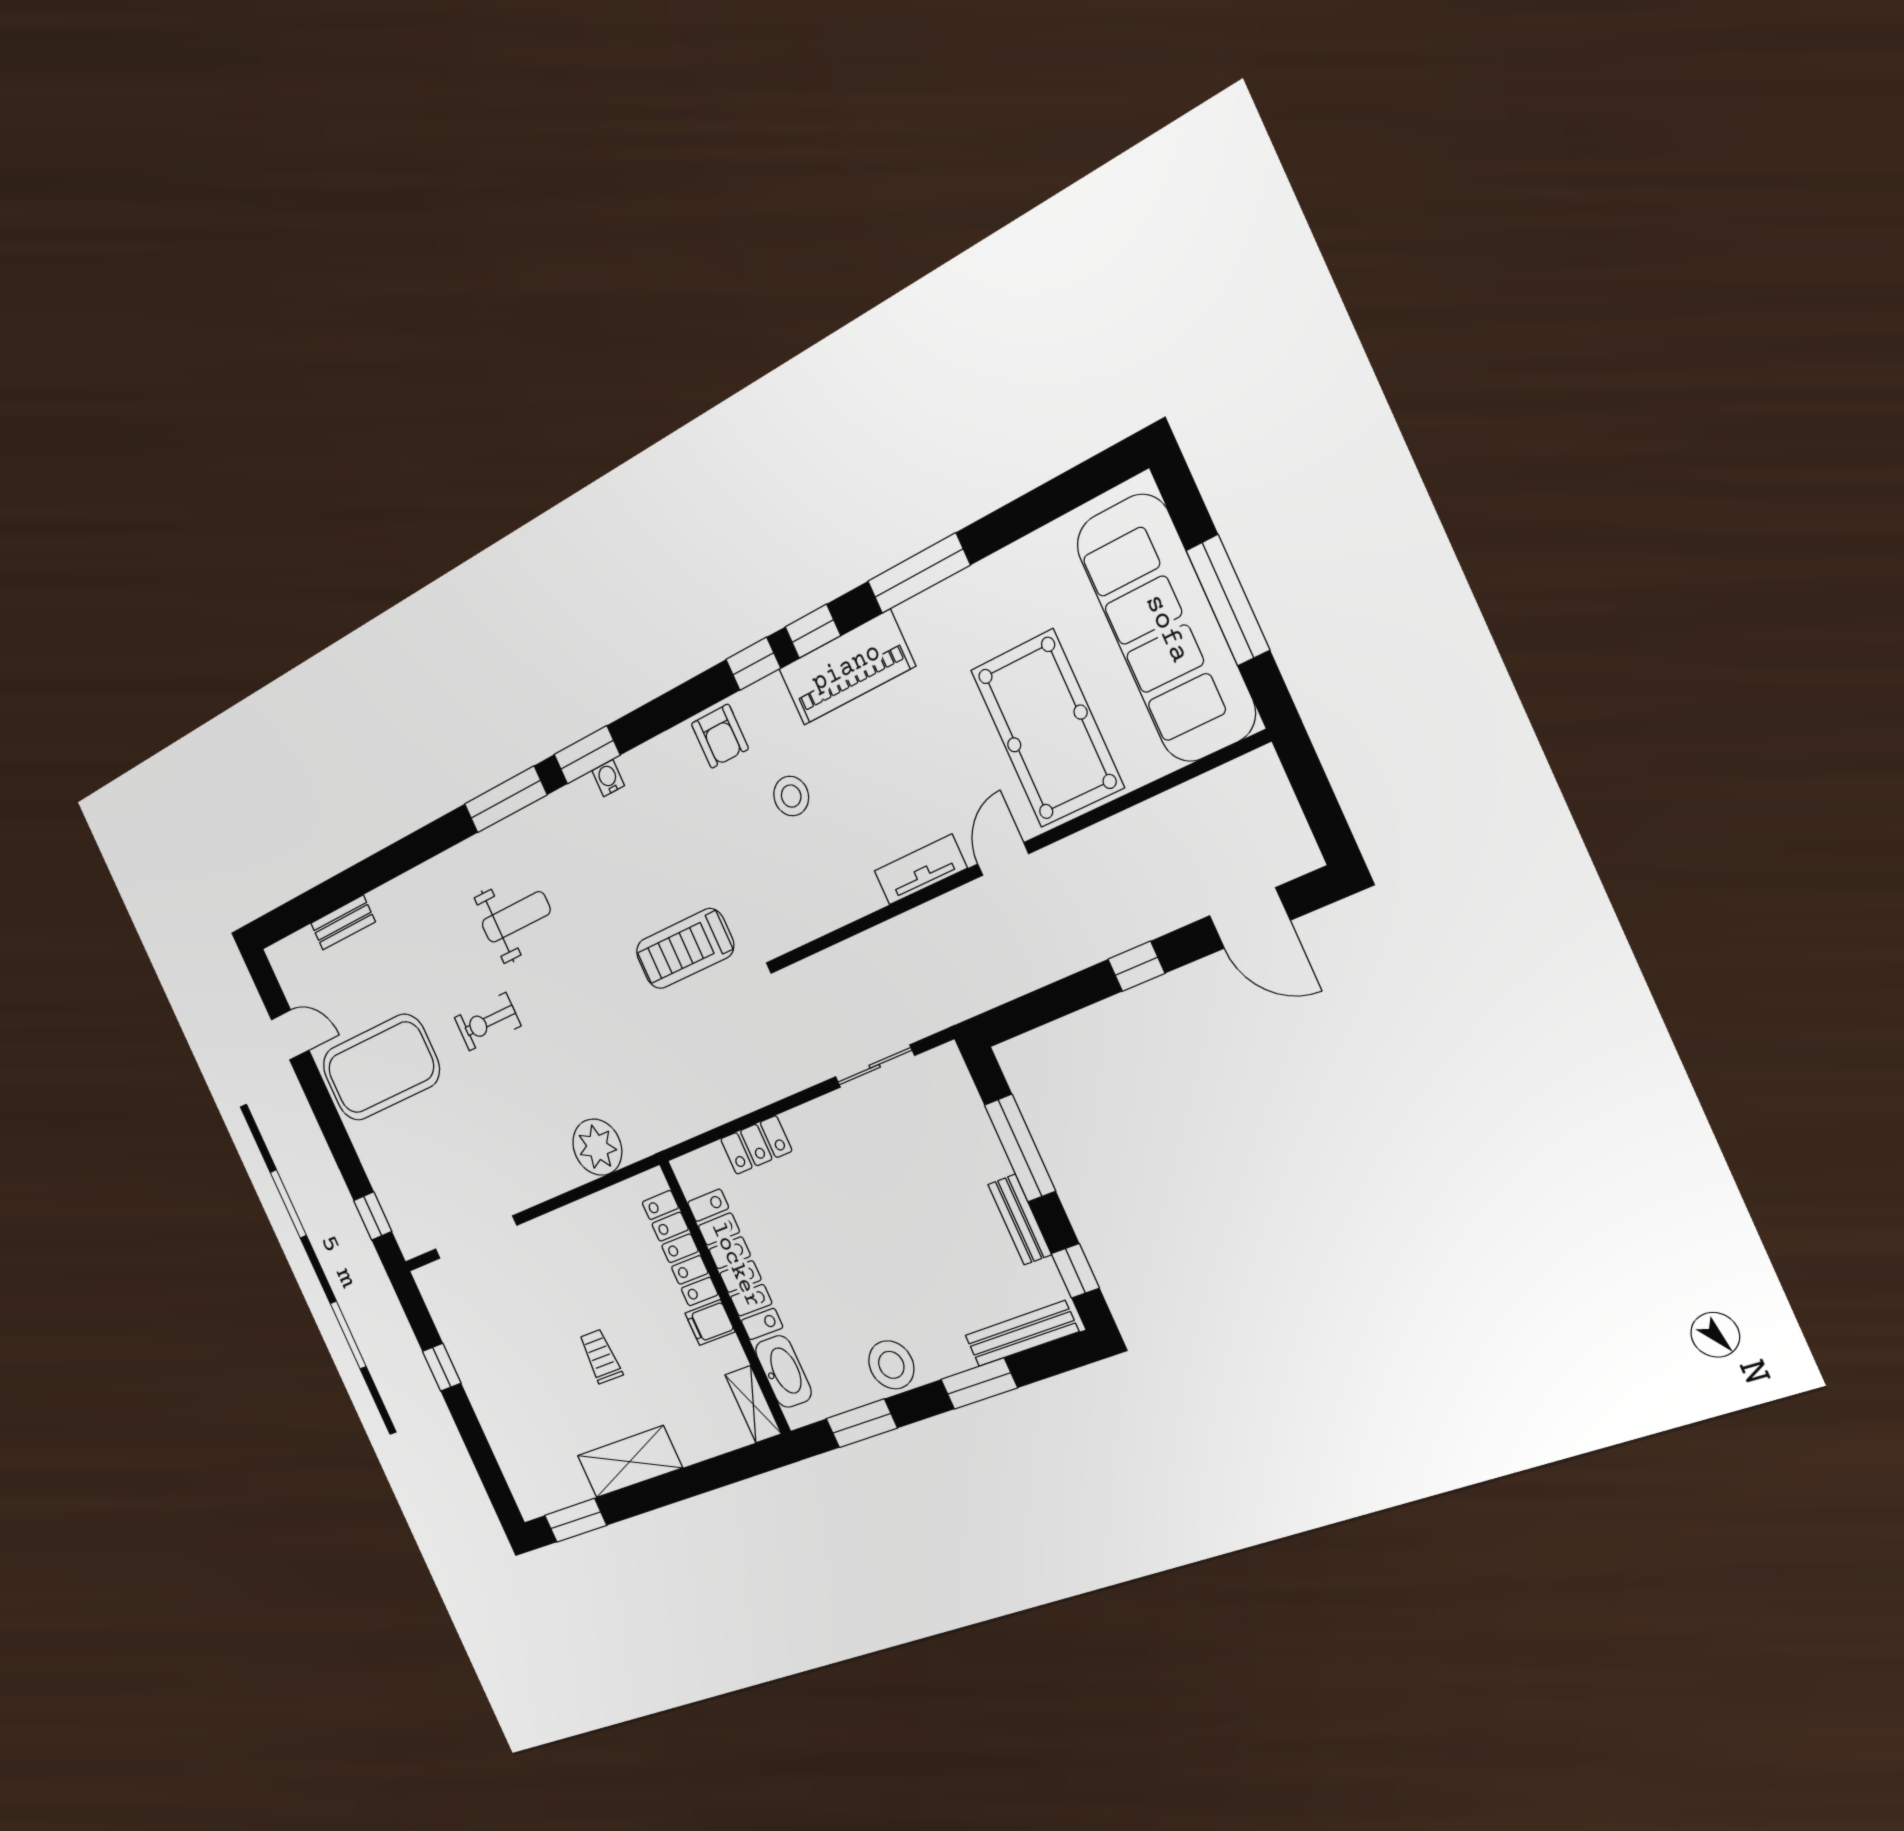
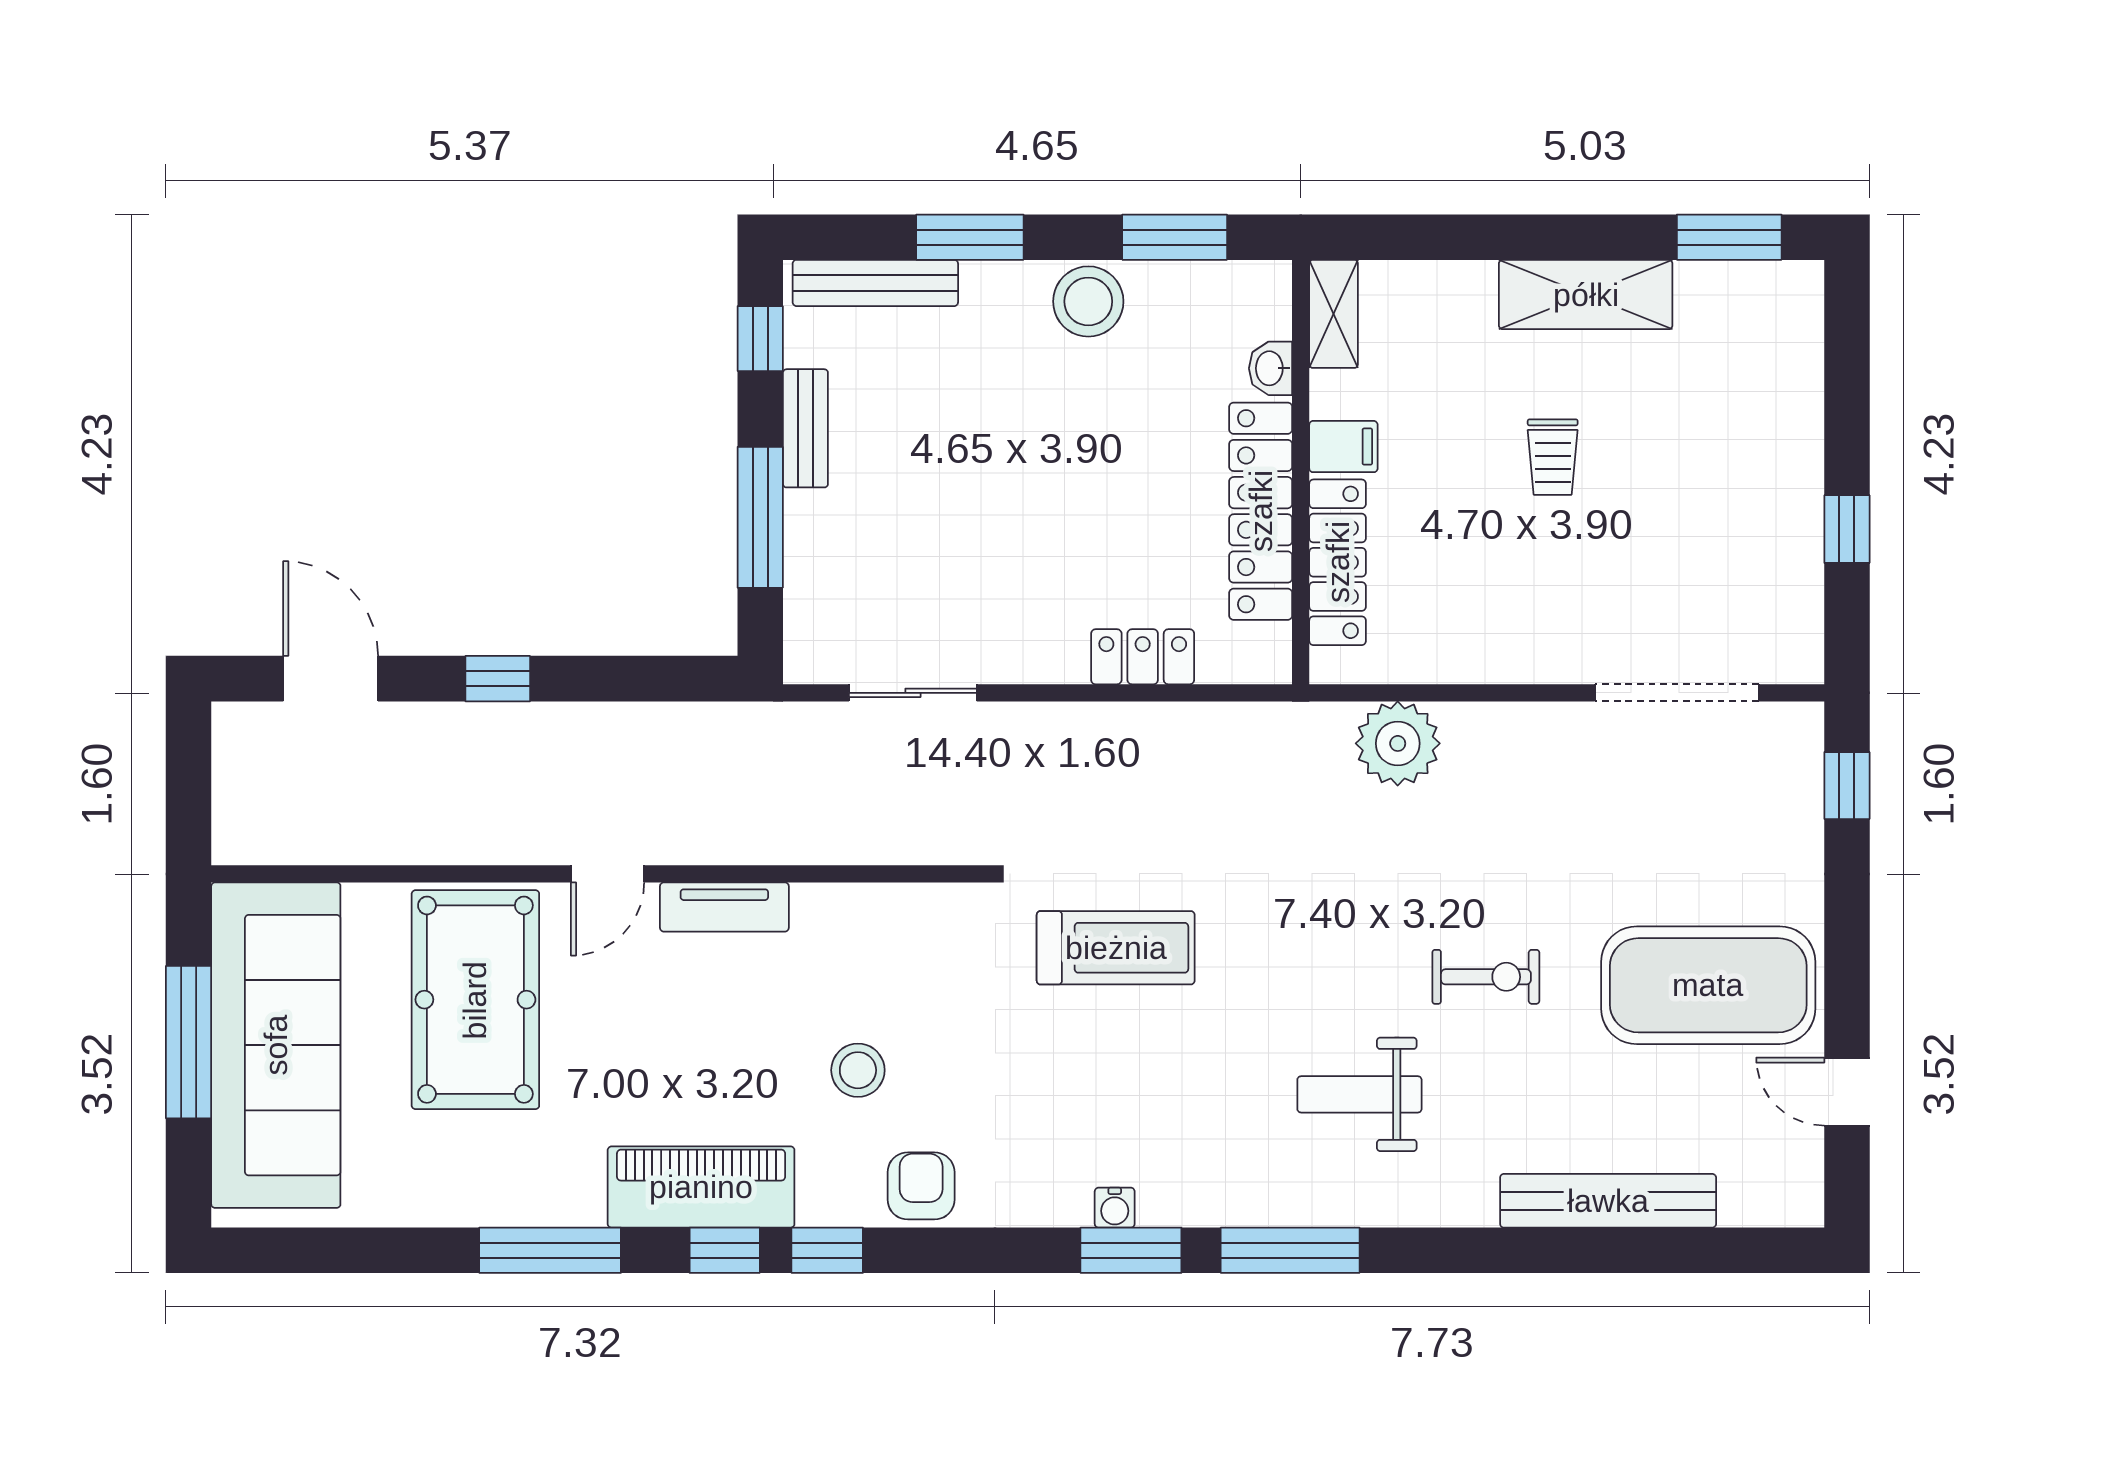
bench: (343, 923) -> (1608, 1201), width x1.86, depth x1.21
washbasin: (783, 1371) -> (1271, 368), width x0.52, depth x0.69

